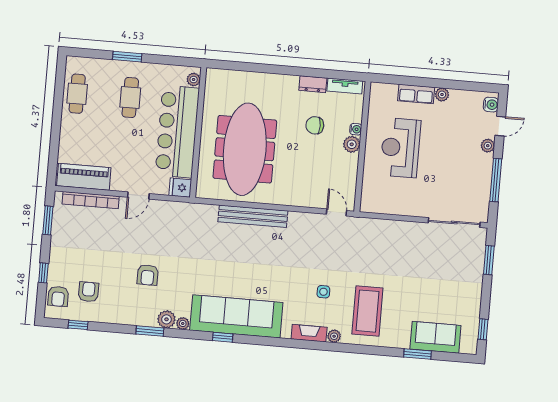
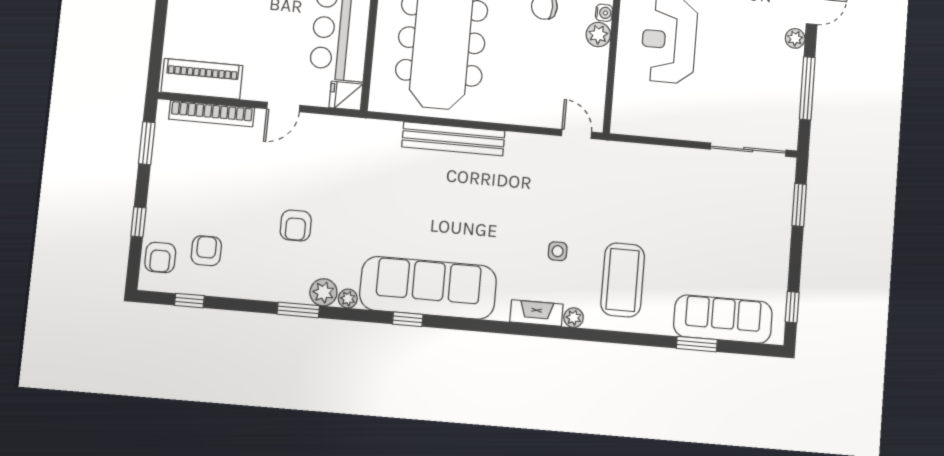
sofa: (435, 337) -> (723, 319), width x1.36

